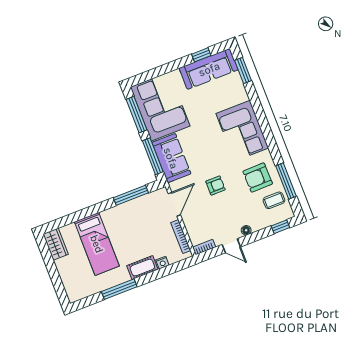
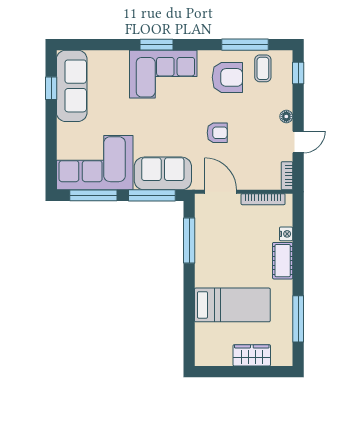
window: (243, 71) -> (156, 45), moved
armchair: (258, 178) -> (227, 77), turned -89
armchair: (215, 186) -> (217, 133), turned 90
wardrobe: (56, 244) -> (252, 355), moved
window: (119, 289) -> (298, 319), moved

